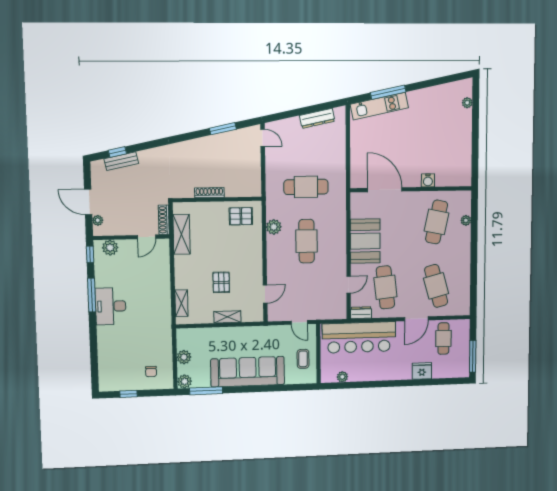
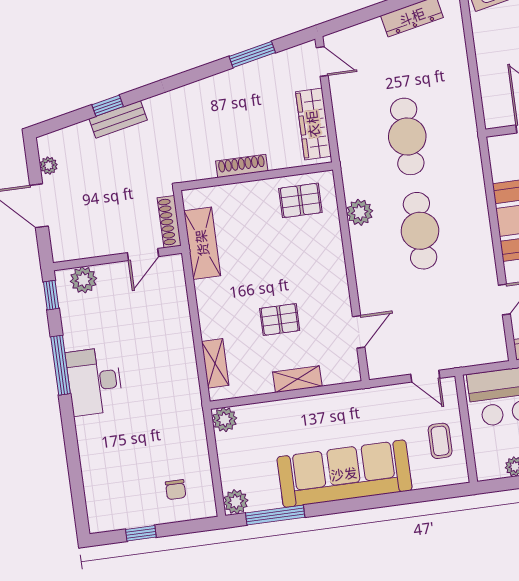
window: (117, 152) -> (108, 106), moved
bench: (121, 161) -> (118, 119), moved
wardrobe: (253, 173) -> (313, 124), added
cafe table: (306, 187) -> (407, 136), turned 90
plant: (98, 220) -> (49, 166), moved
pallet: (221, 282) -> (280, 319), turned 90
plant: (184, 357) -> (225, 420), moved

